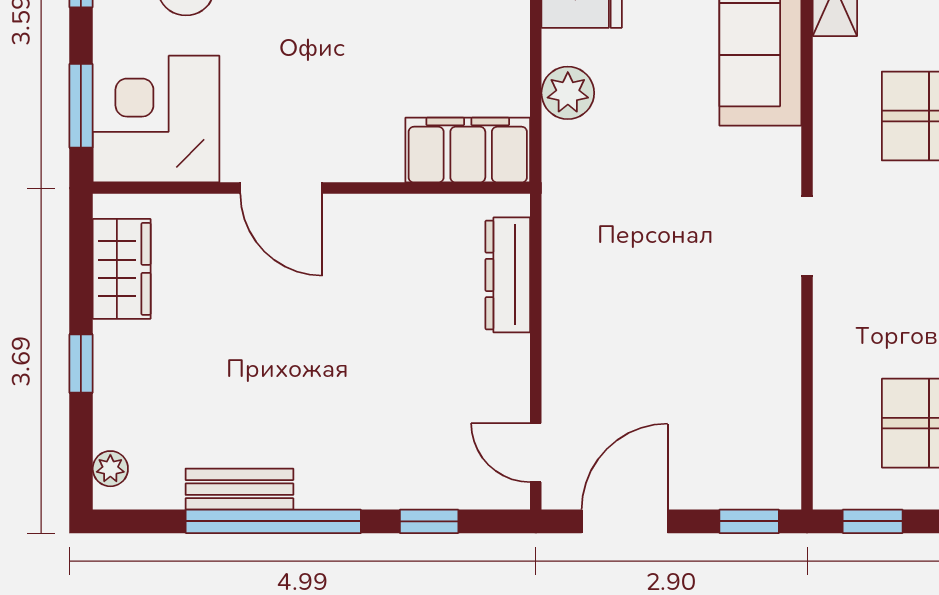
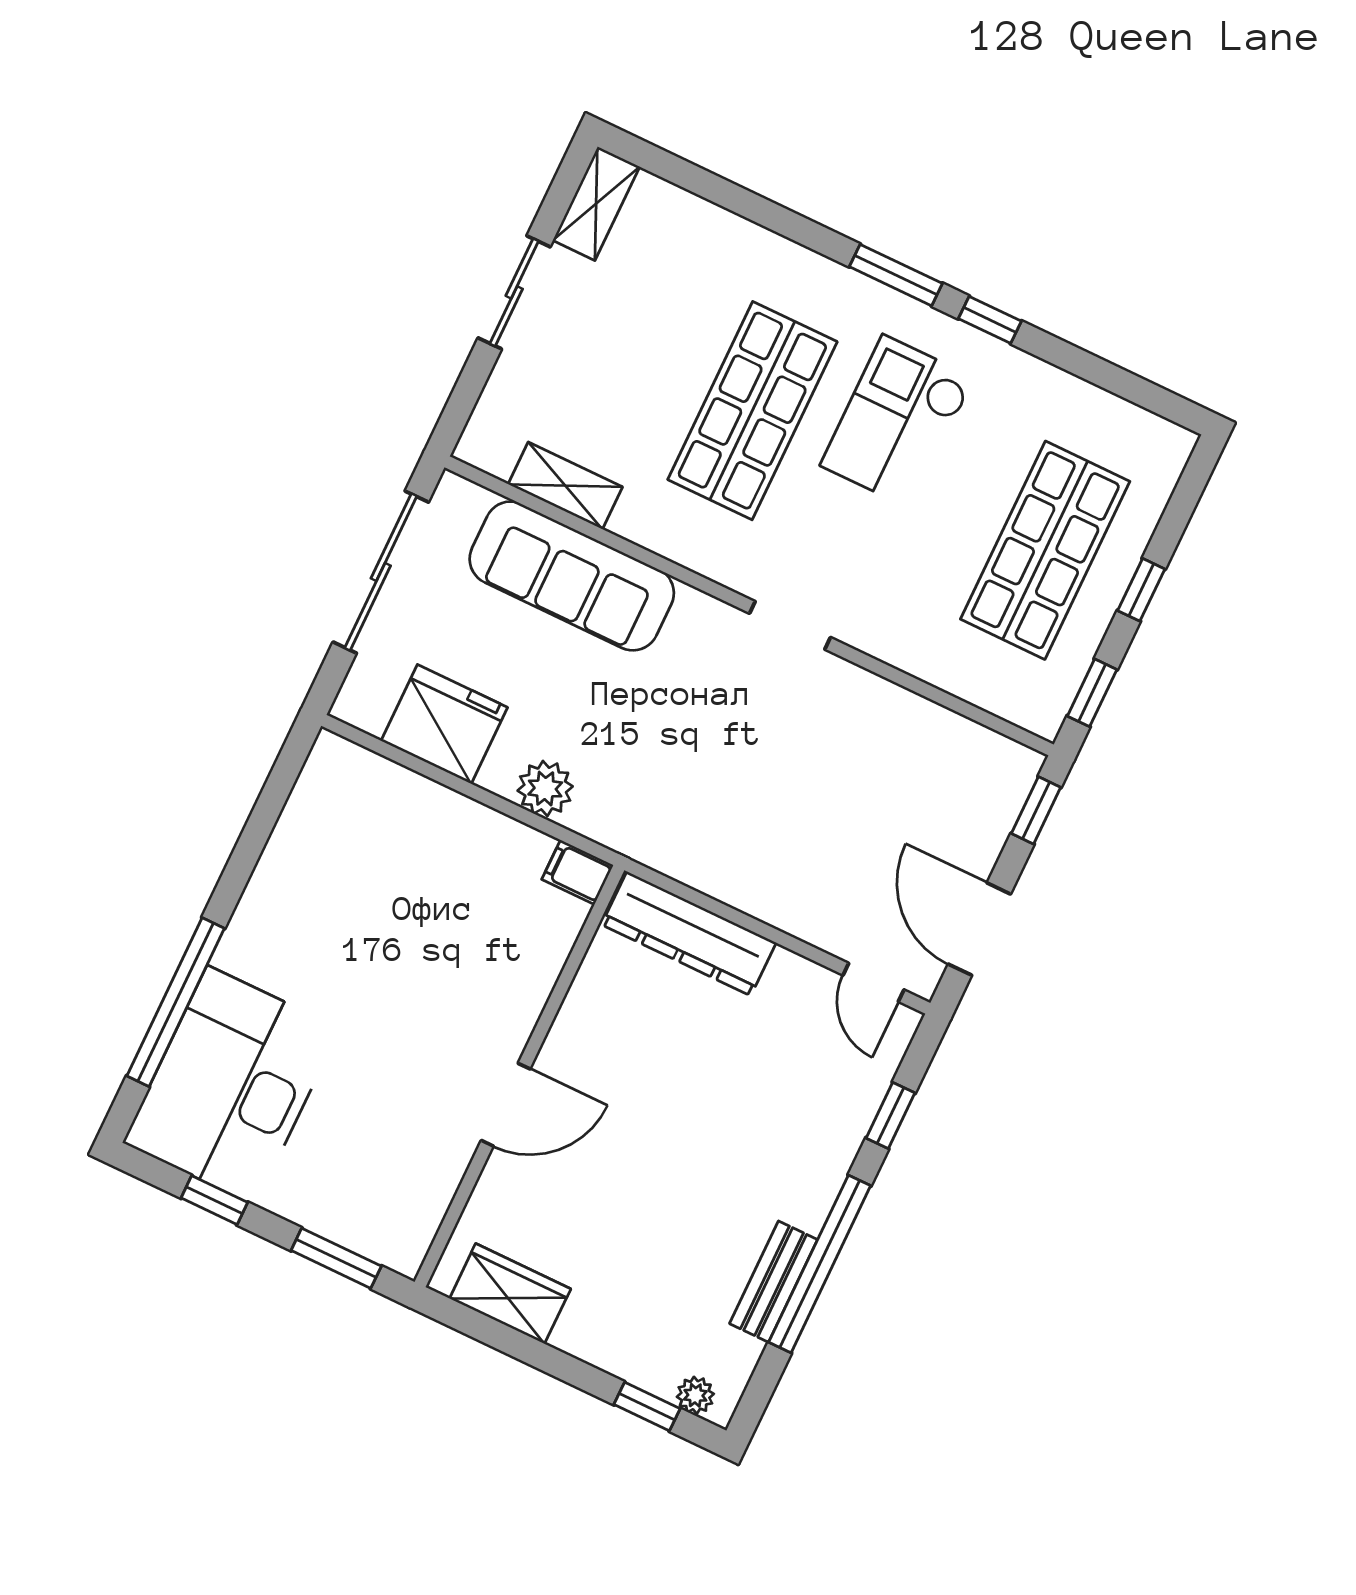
corner desk: (156, 119) -> (383, 1193), removed
filing cabinet: (468, 150) -> (578, 872), width x0.33, depth x0.86
dresser: (508, 275) -> (689, 934), width x1.37, depth x1.24
window: (81, 364) -> (647, 1407), moved
door: (536, 453) -> (873, 982), hinge flipped

